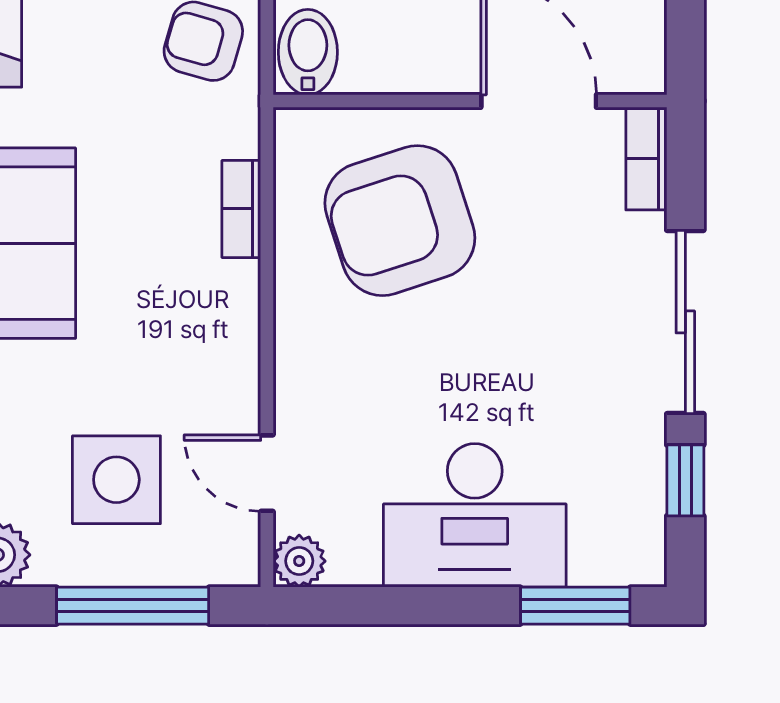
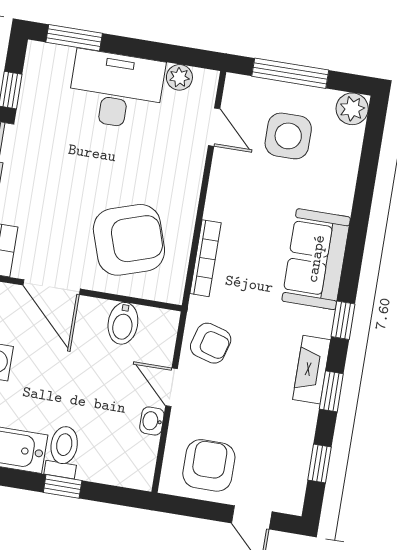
bidet: (308, 52) -> (123, 323), moved
bookcase: (241, 209) -> (206, 258), width x1.56
plant: (299, 561) -> (179, 77), moved

